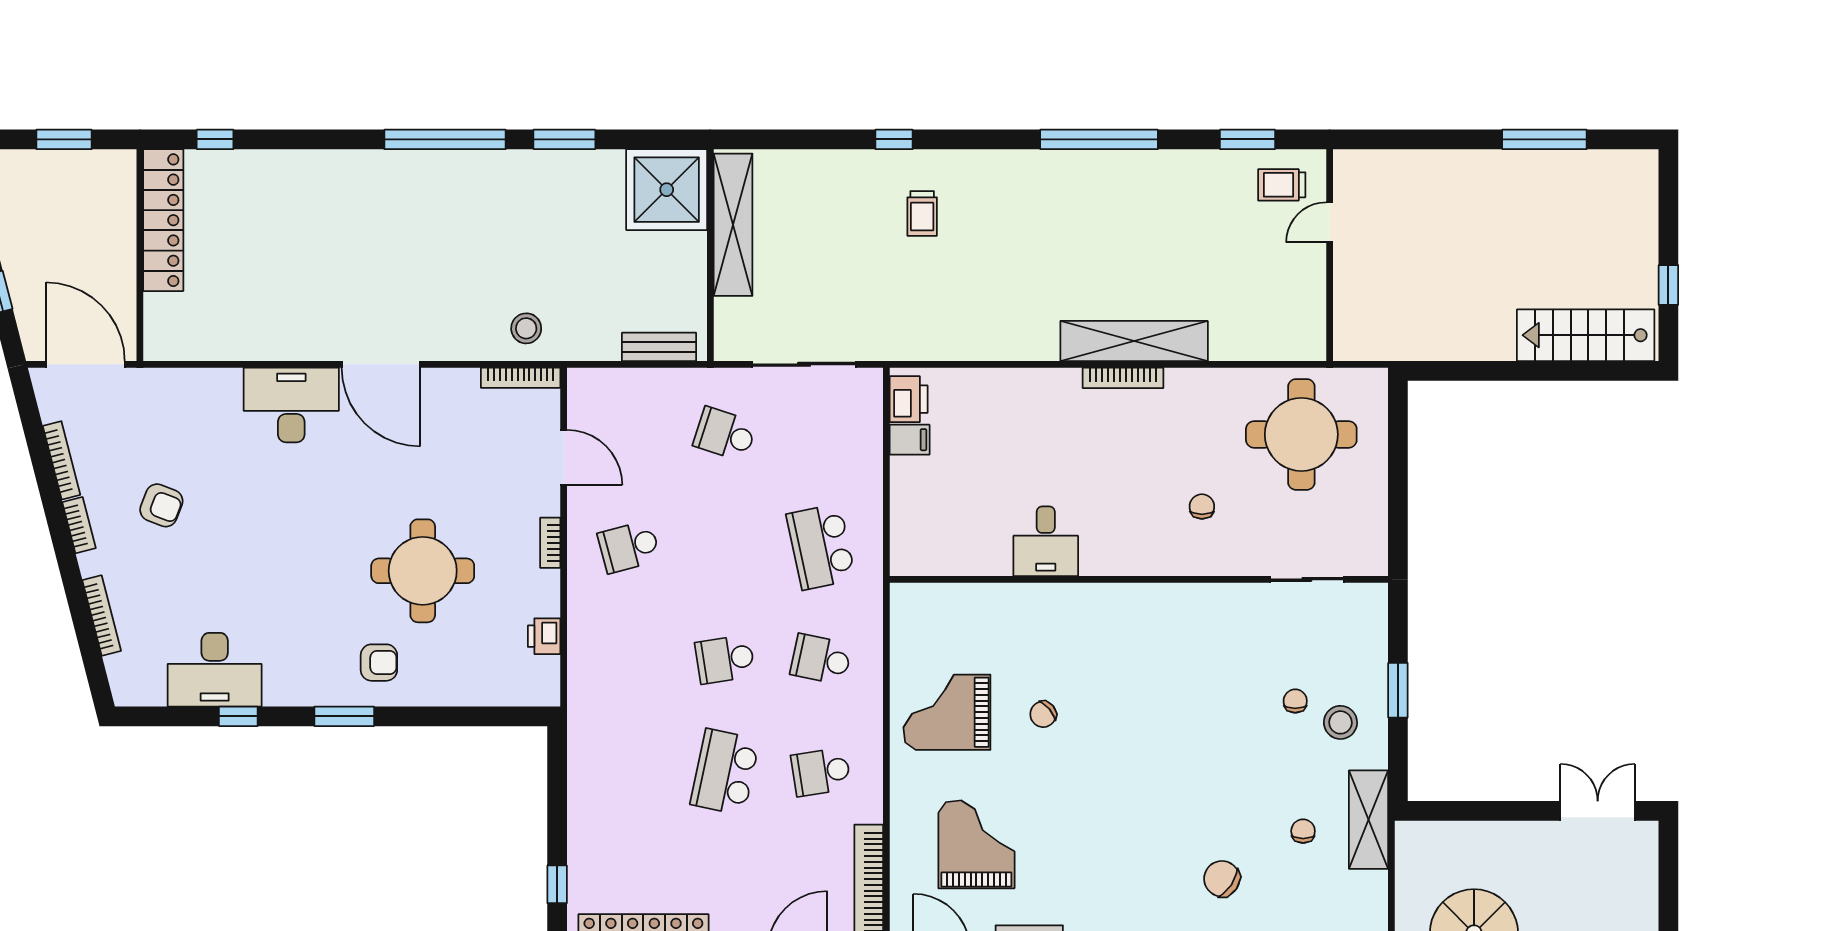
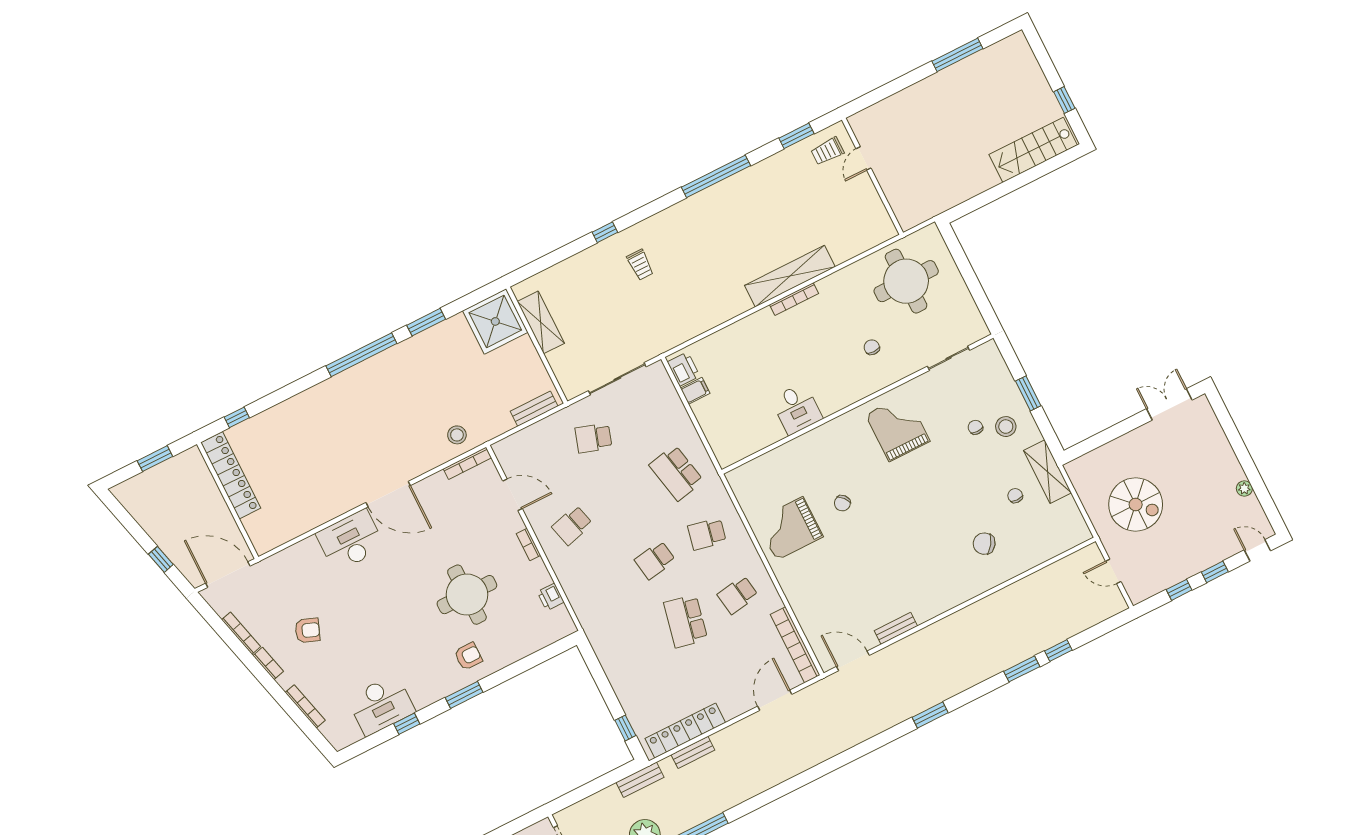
shelving: (733, 225) -> (541, 322), width x0.68
grand piano: (976, 844) -> (898, 428), moved

